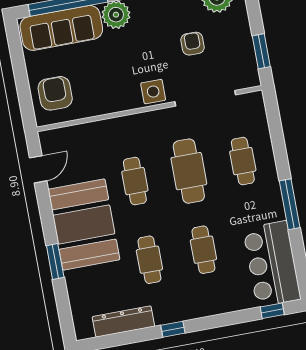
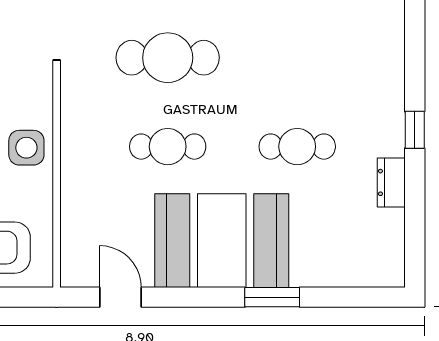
side table: (153, 92) -> (26, 148), moved
cafe table: (203, 250) -> (297, 58), removed
dresser: (123, 321) -> (391, 182), width x0.51, depth x0.80

